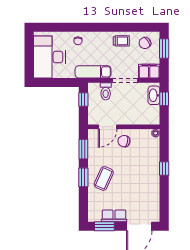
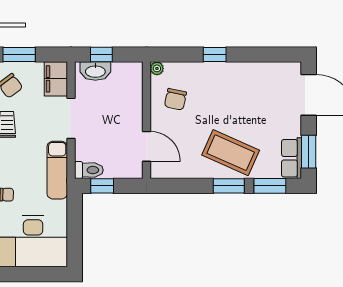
toilet: (106, 91) -> (89, 170), moved
chair: (124, 141) -> (175, 99), moved
window: (83, 149) -> (270, 186), moved
coffee table: (104, 178) -> (231, 153), width x1.36, depth x1.32
row of seats: (114, 216) -> (292, 158), moved

